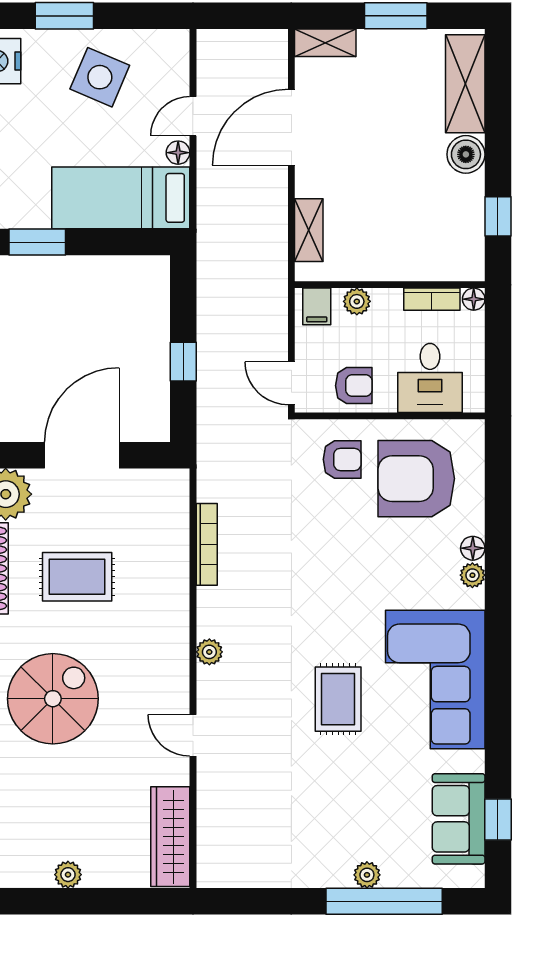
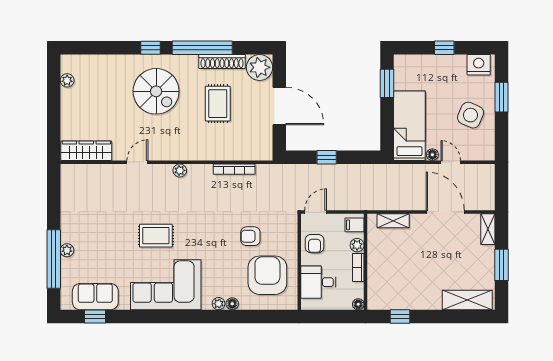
boiler: (466, 154) -> (431, 300), removed
bookcase: (432, 299) -> (358, 267), moved
armchair: (342, 459) -> (250, 236), moved, turned 90
plant: (68, 875) -> (67, 80), moved

